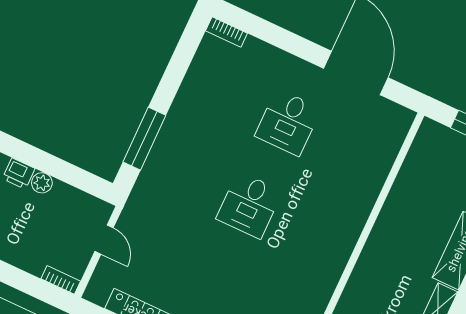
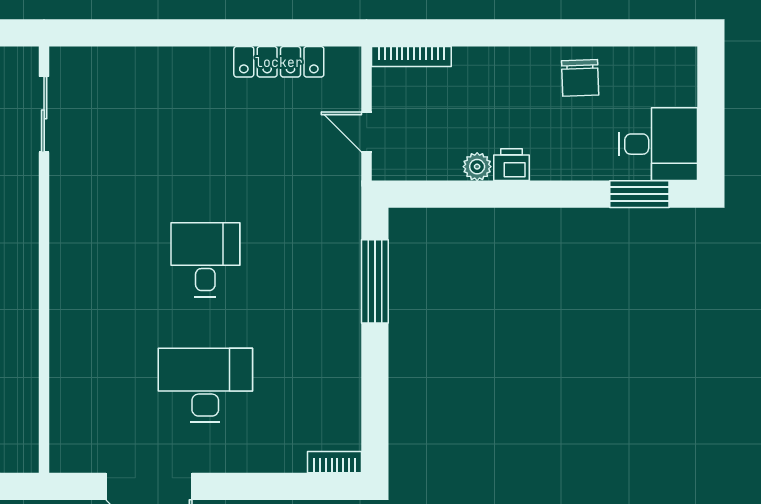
desk: (288, 122) -> (205, 385), width x1.37
bookcase: (61, 280) -> (411, 56), width x1.56

